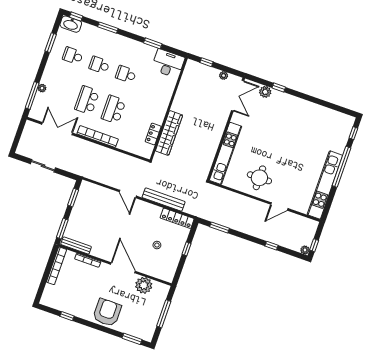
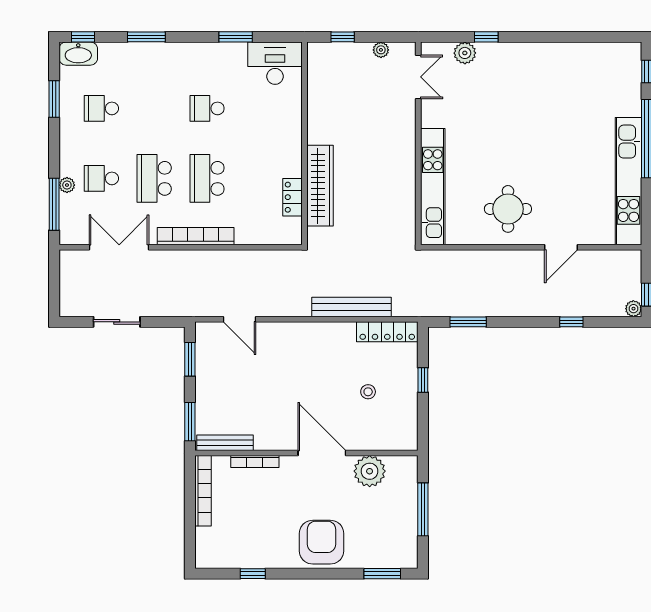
school desk: (99, 65) -> (101, 178), moved
double door: (238, 96) -> (418, 77), width x0.73
door: (128, 194) -> (239, 319), moved

